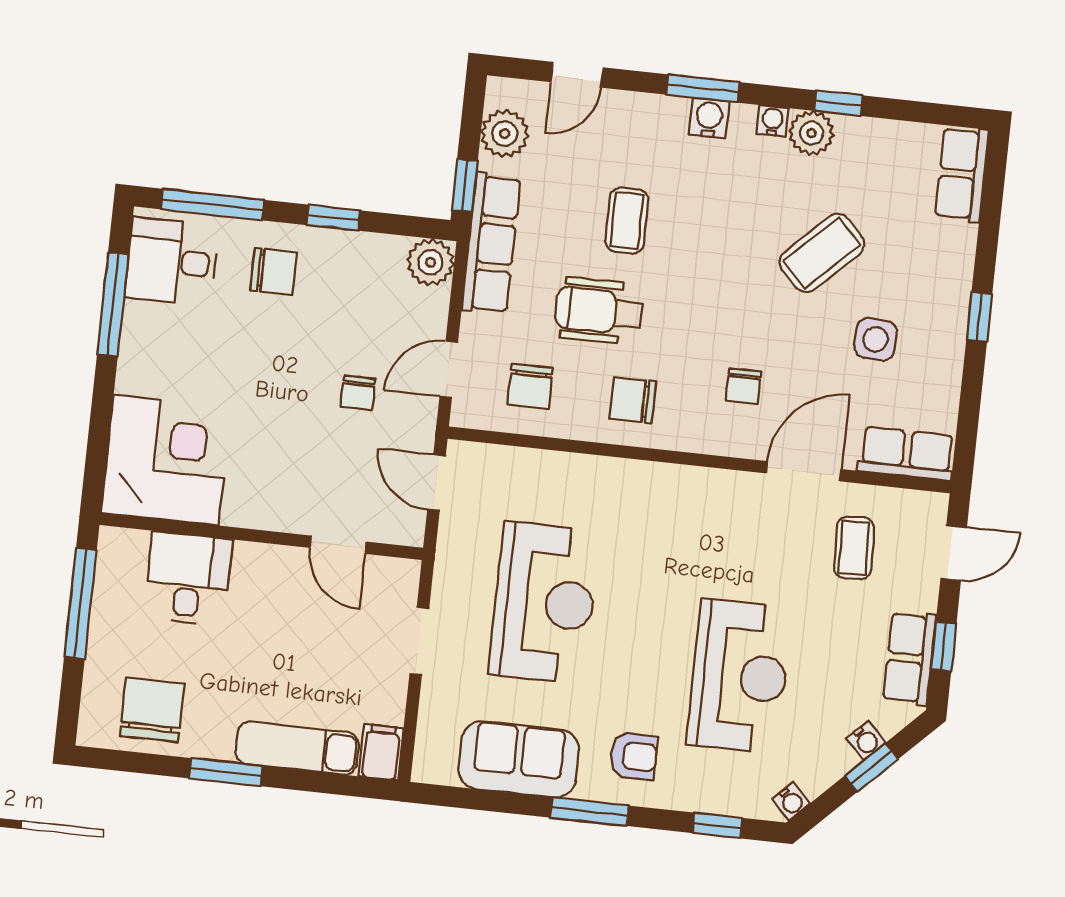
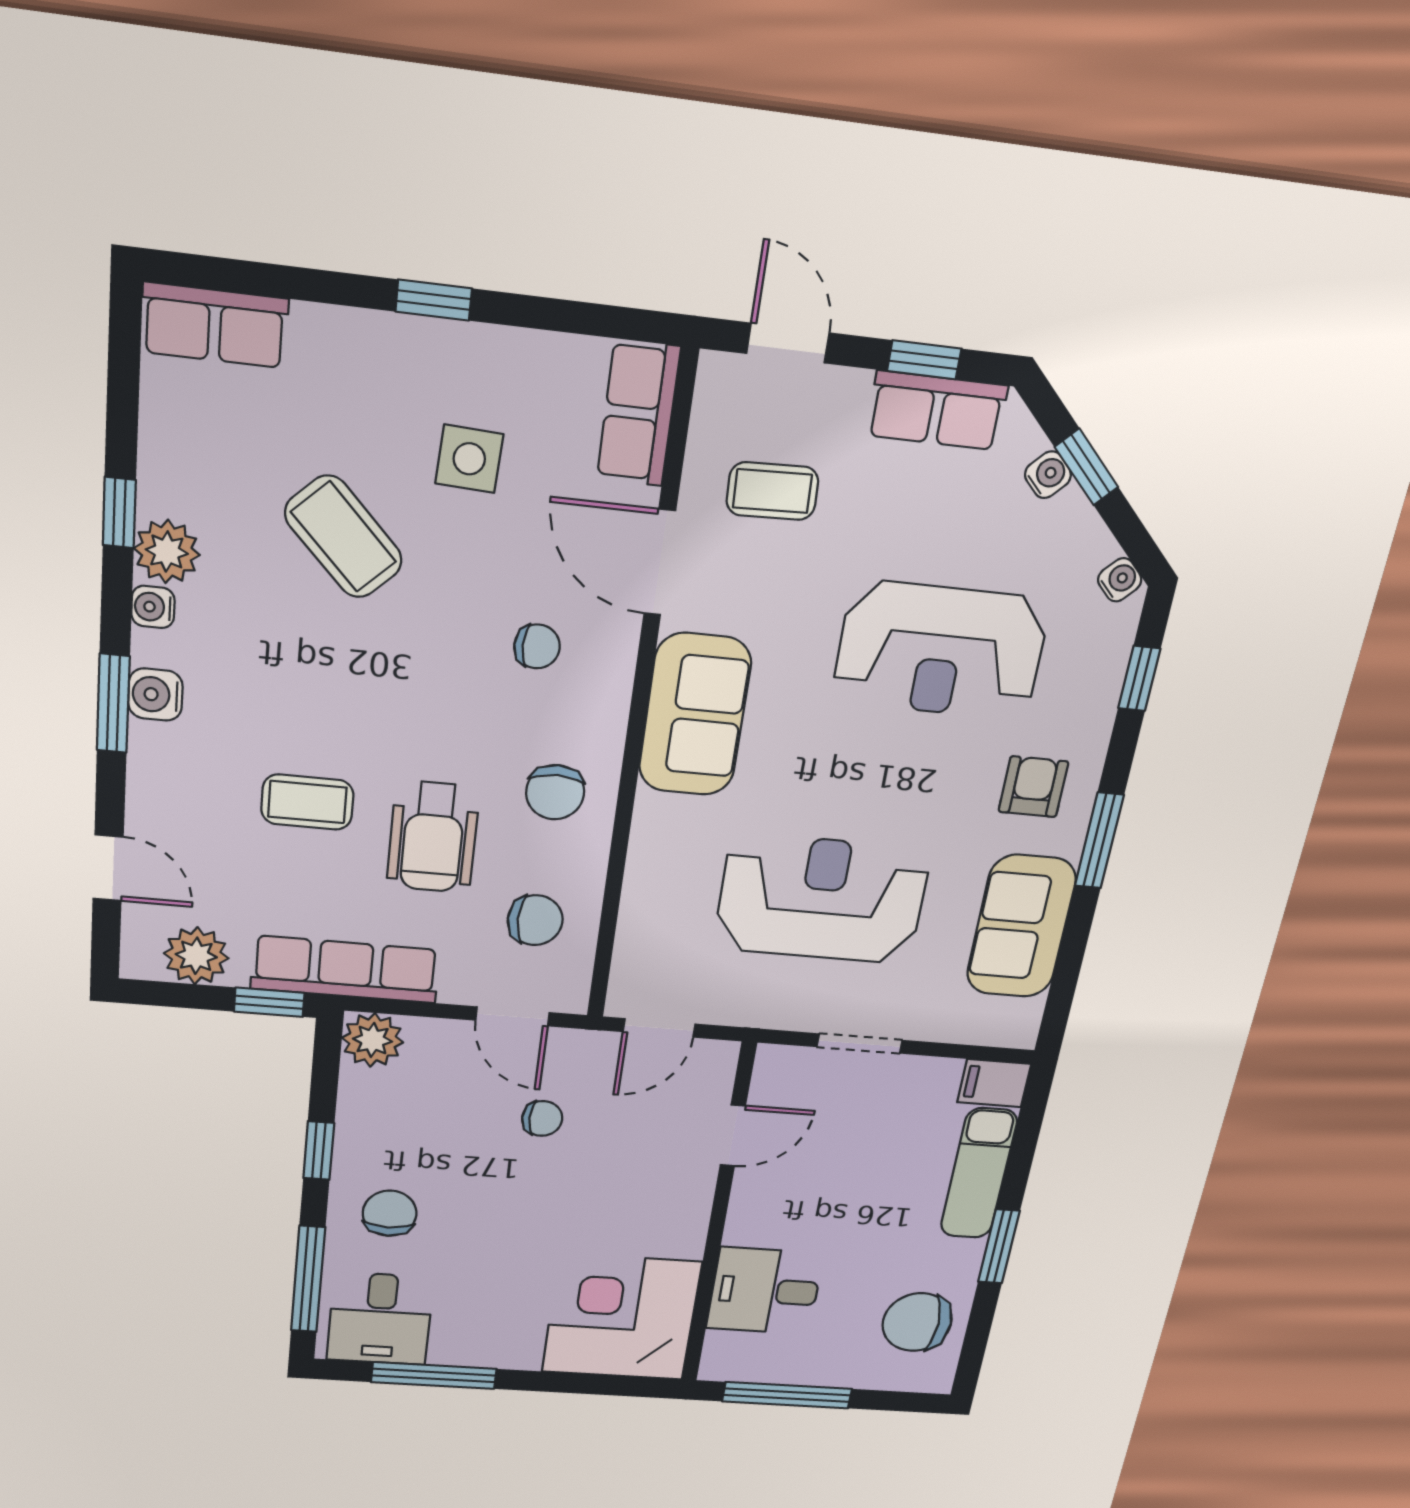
sofa: (692, 500) -> (695, 715), added
reception desk: (739, 676) -> (941, 650), turned 180

